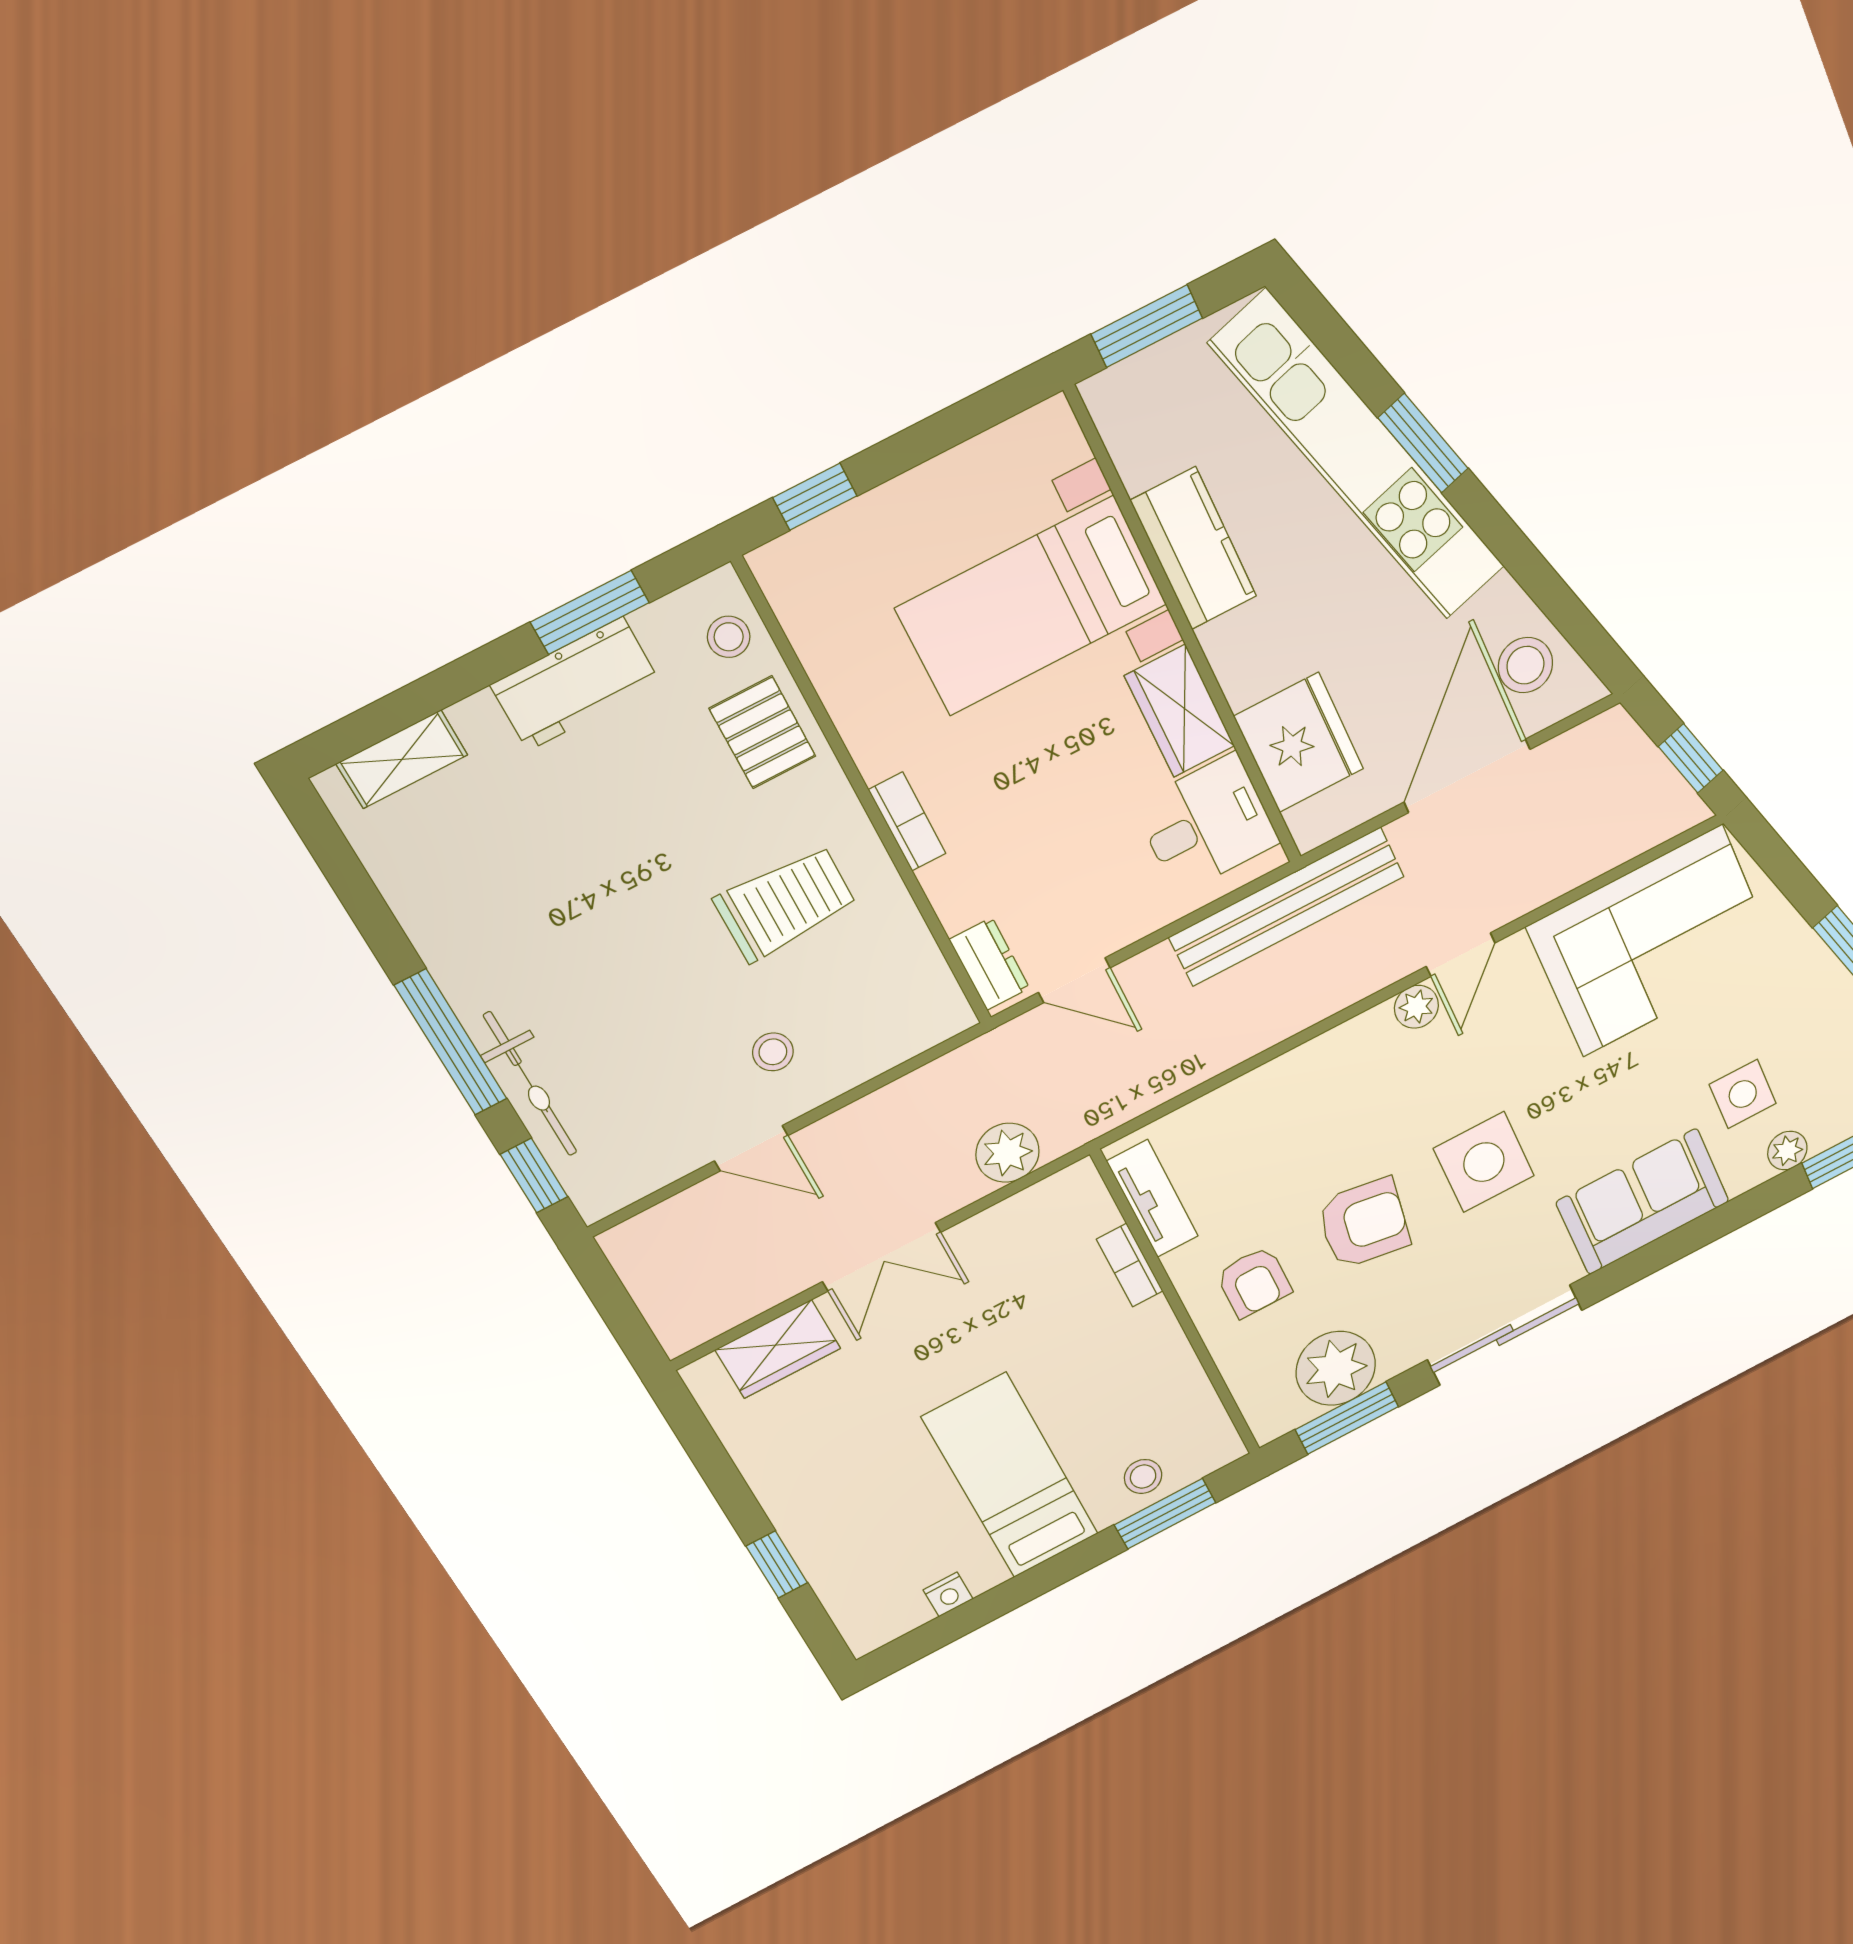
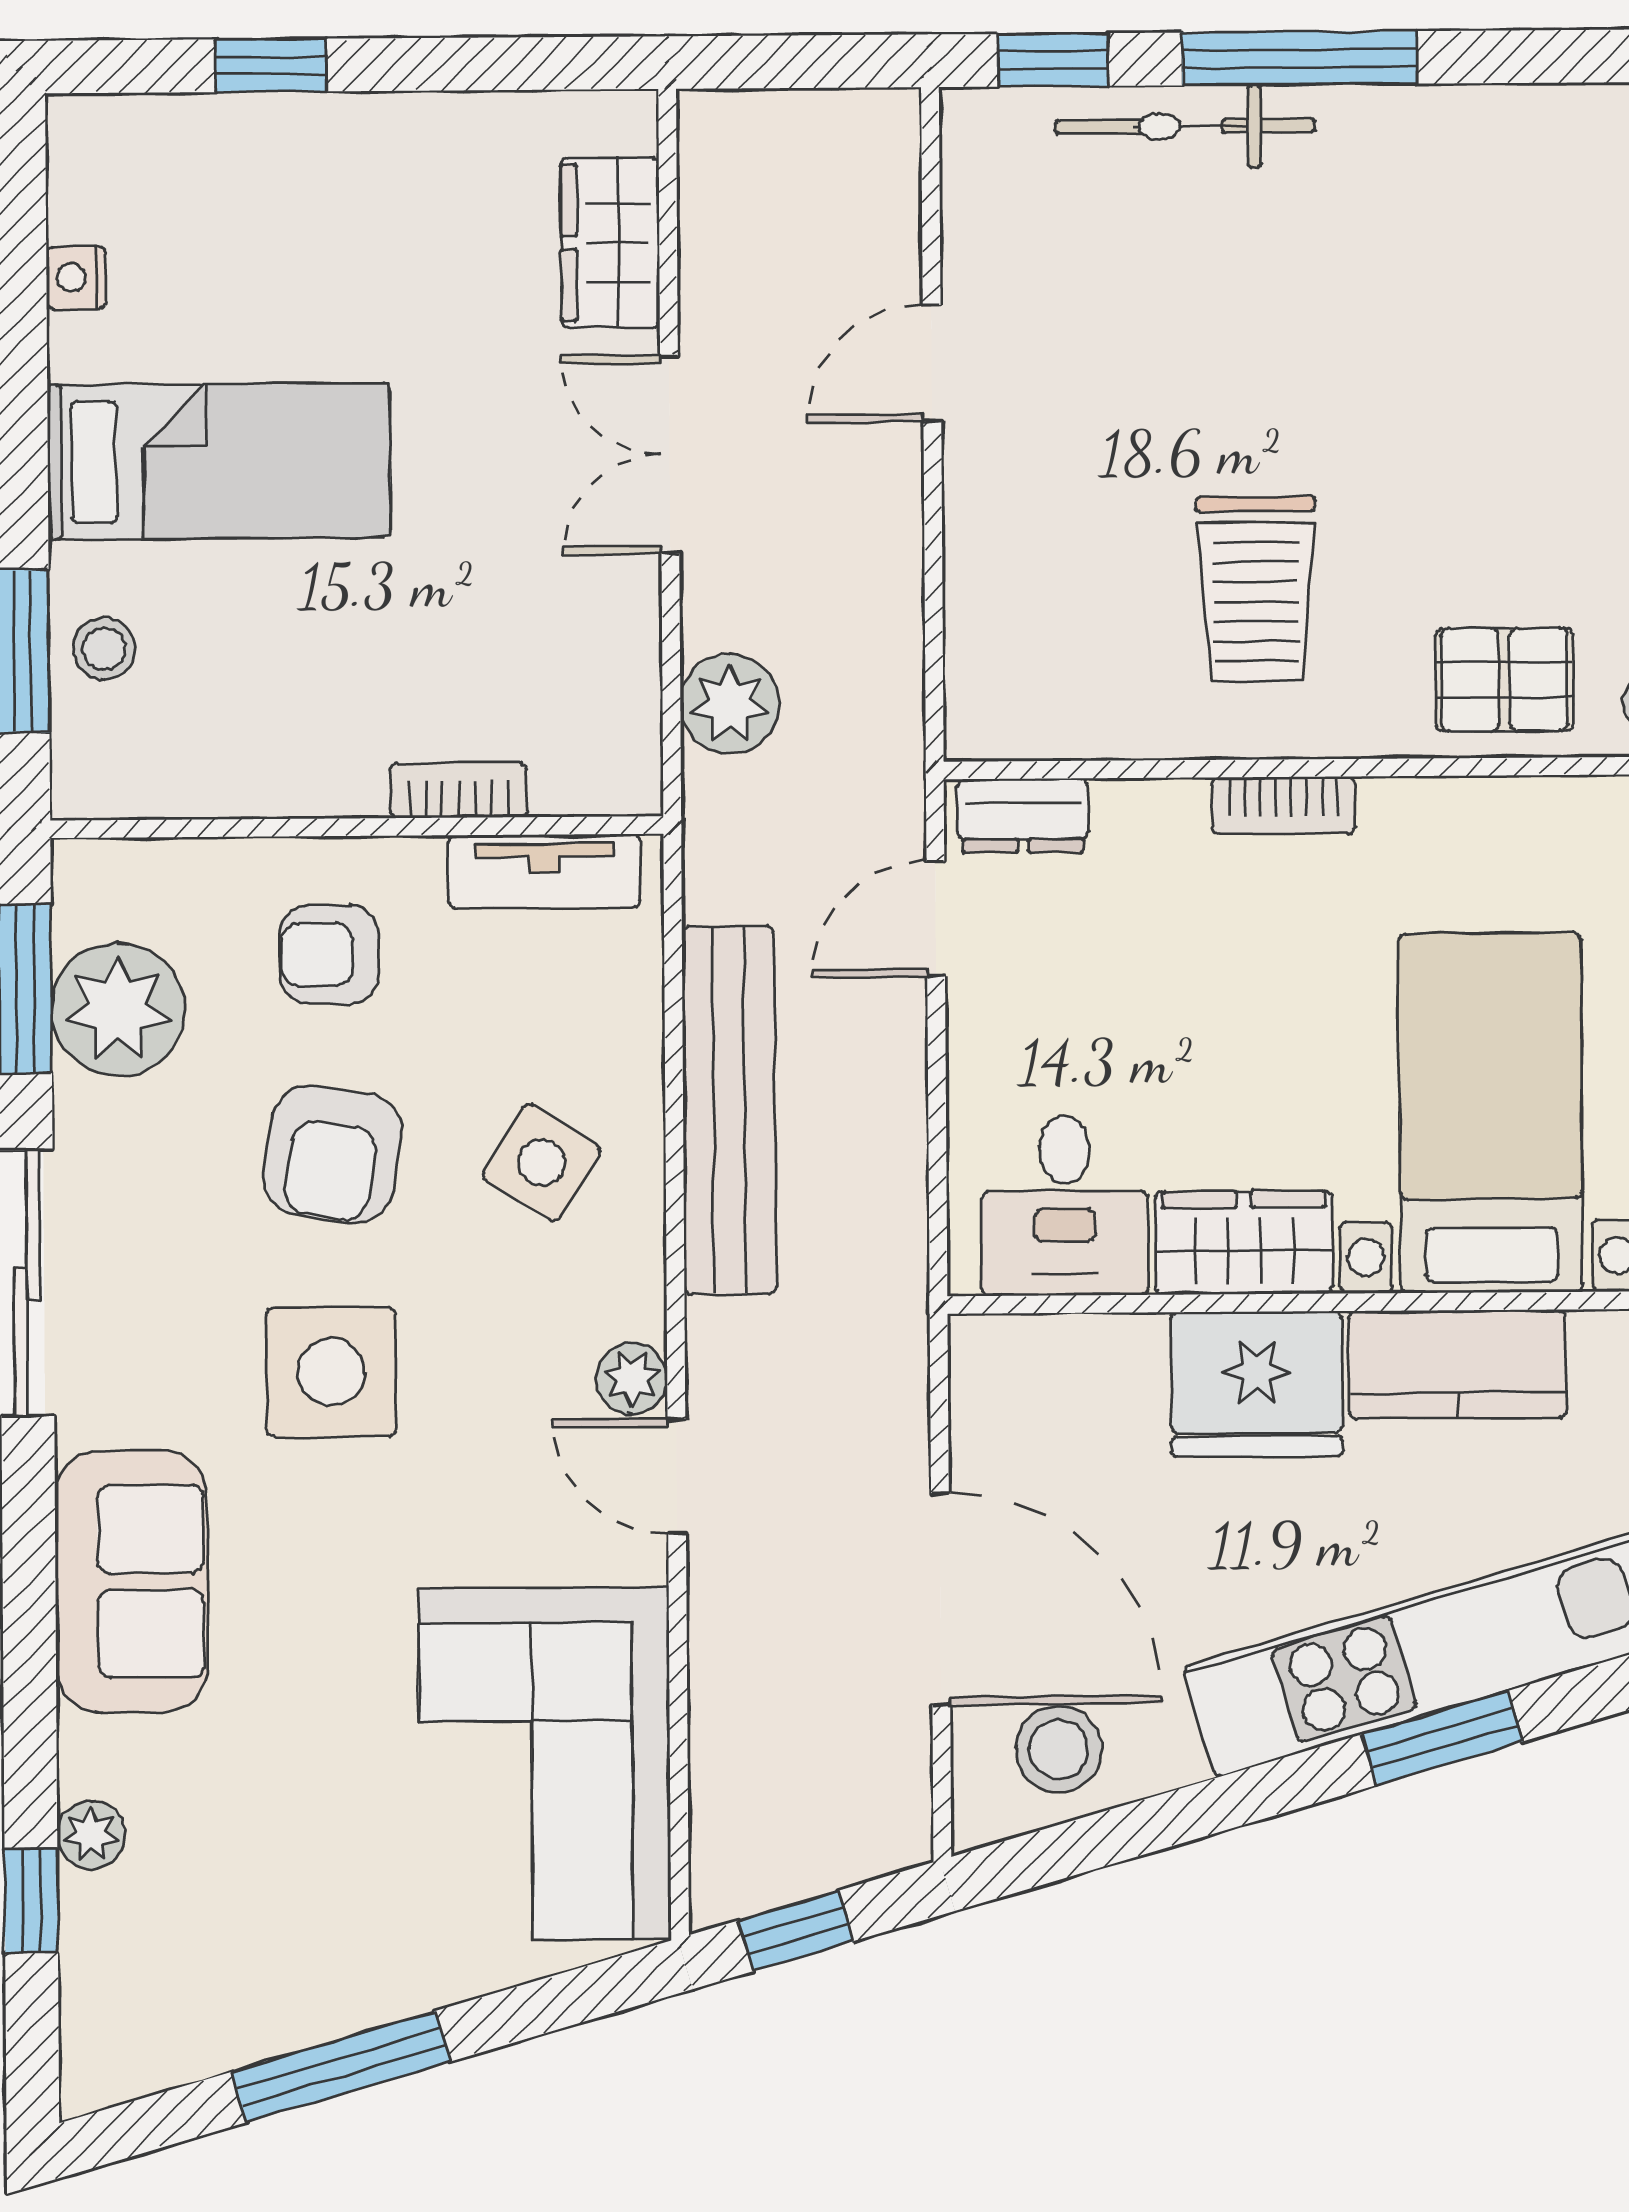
fridge: (1299, 743) -> (1257, 1384), moved
bench: (1287, 907) -> (729, 1110), moved
stool: (773, 1052) -> (1055, 464), removed
side table: (1743, 1094) -> (542, 1162), moved, turned 32

